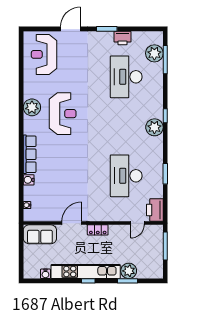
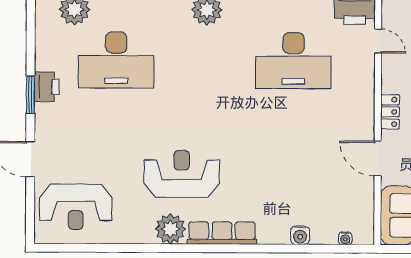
printer: (122, 38) -> (47, 87), moved
row of seats: (30, 154) -> (222, 233), moved

